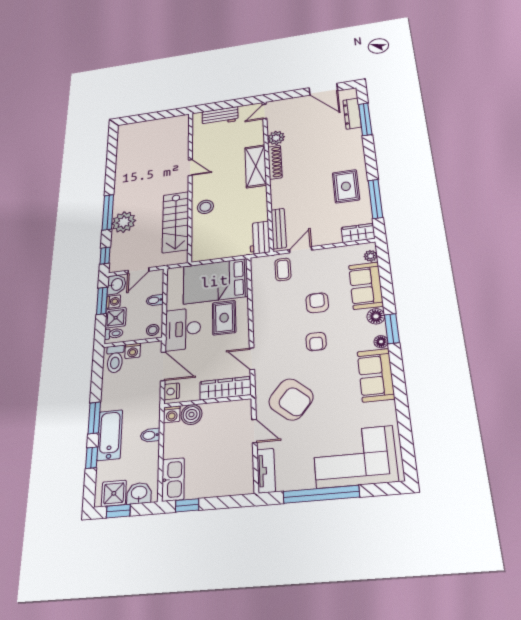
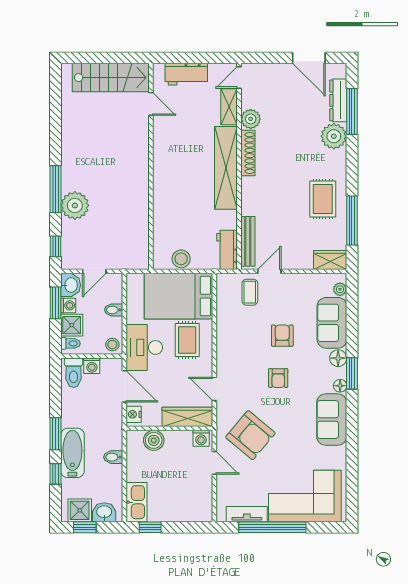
shelving: (257, 132) -> (229, 107), added
plant: (351, 139) -> (334, 136), added
shelving: (256, 166) -> (226, 168), width x1.47
door: (190, 168) -> (151, 104), moved
stool: (205, 207) -> (181, 259), moved
stairs: (176, 222) -> (111, 78), moved, turned -90
washing machine: (172, 414) -> (201, 438), moved
tv unit: (266, 471) -> (247, 514), moved, turned -90

